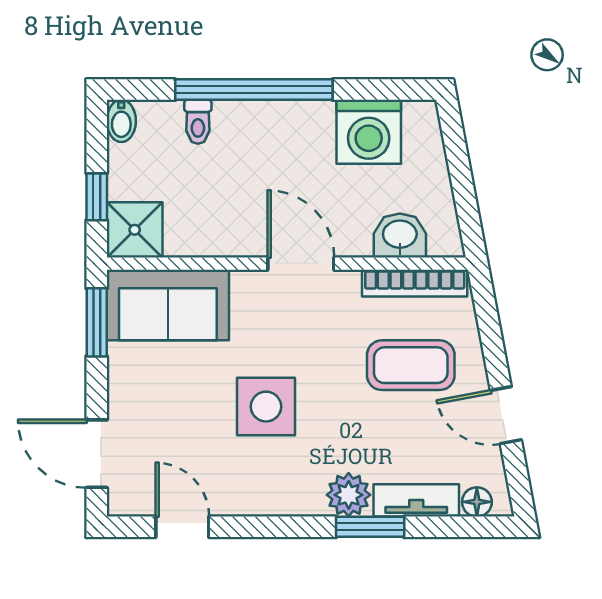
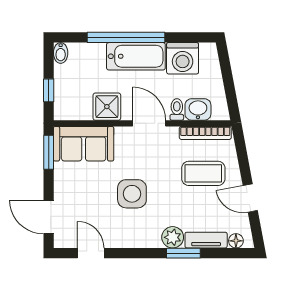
toilet: (198, 122) -> (177, 109), moved, turned 180
bathtub: (274, 128) -> (136, 56), added
shower: (135, 230) -> (107, 107), moved

